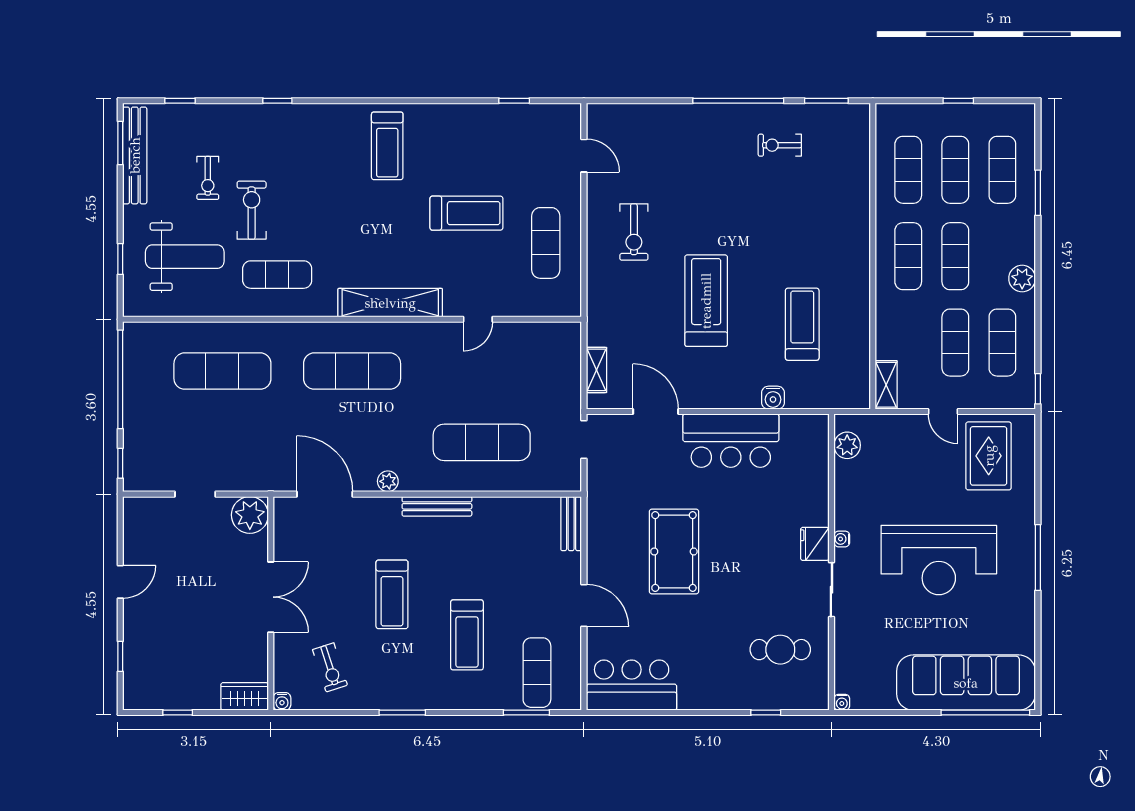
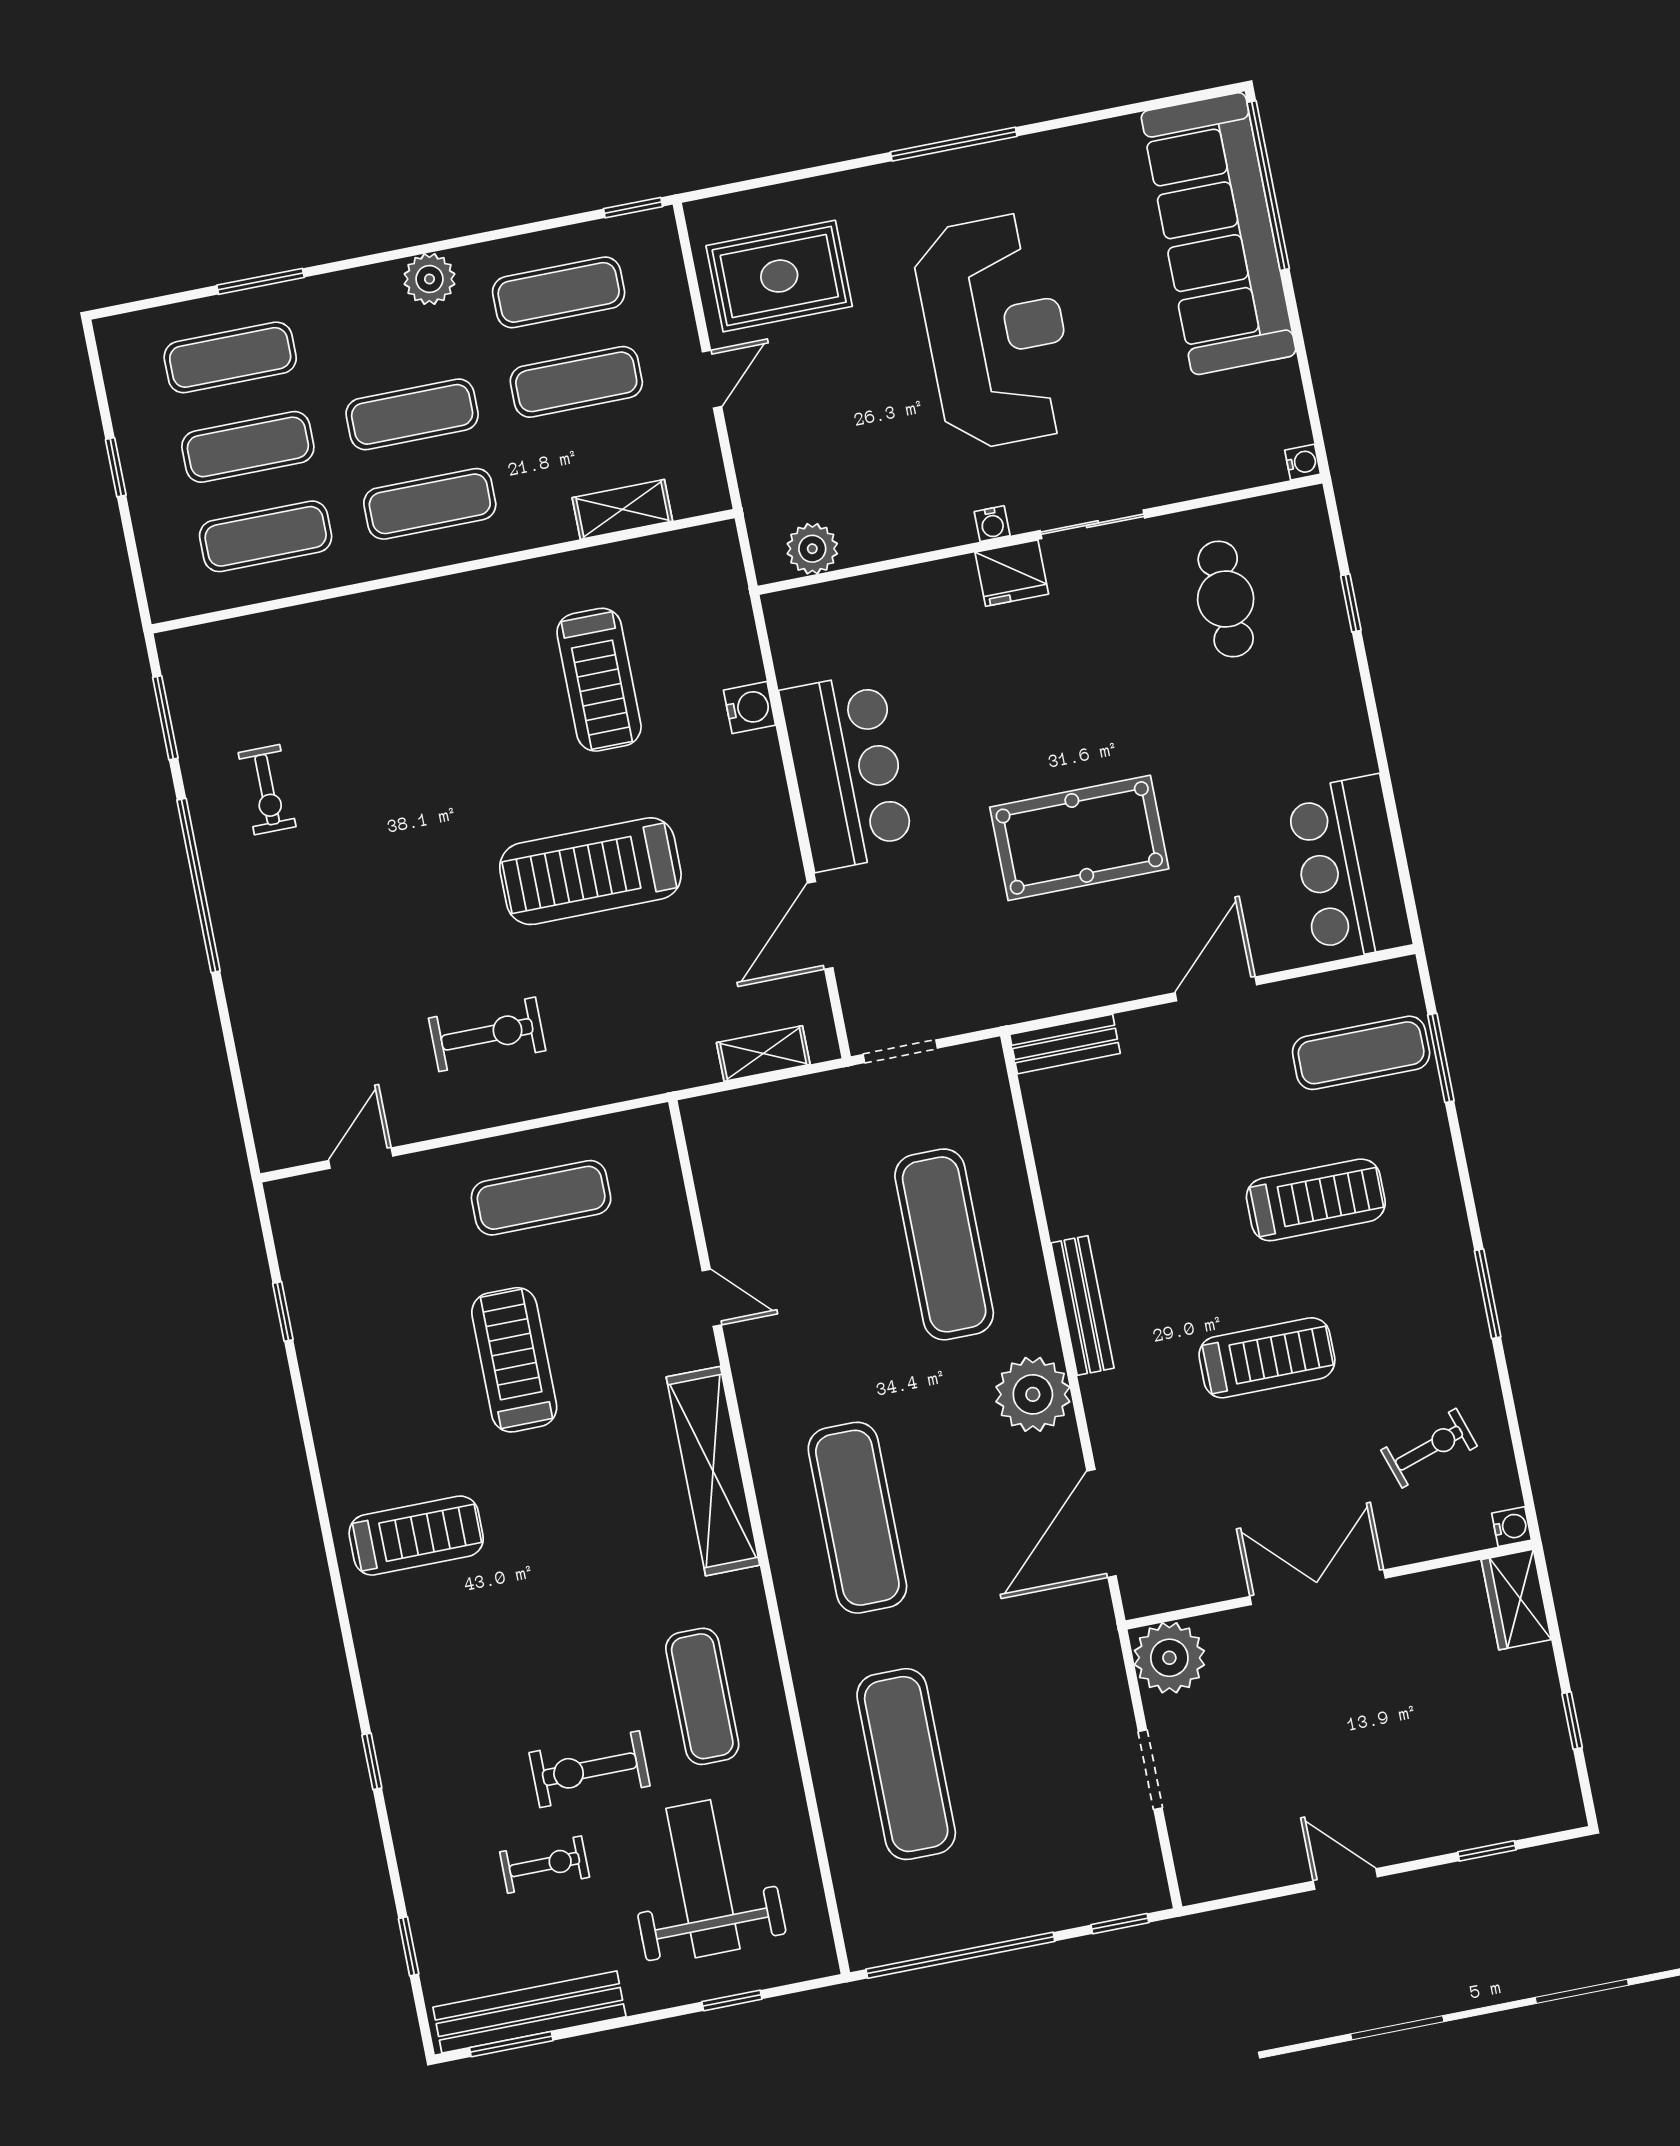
treadmill: (802, 324) -> (599, 680), turned -90
shelving: (886, 385) -> (622, 509), moved
plant: (388, 481) -> (1033, 1394), width x1.88, depth x1.88

